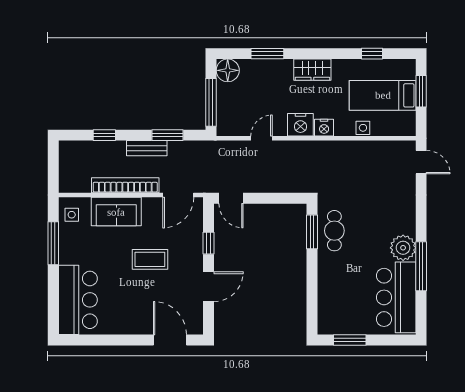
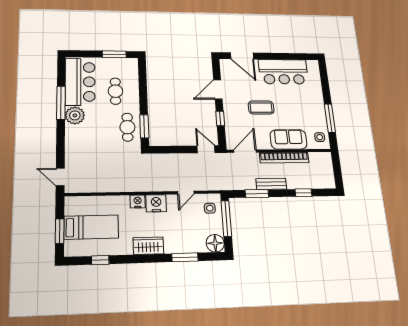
side table: (363, 128) -> (210, 208), moved
cafe table: (349, 284) -> (115, 91), added
bar counter: (78, 300) -> (283, 72), moved, turned -90

